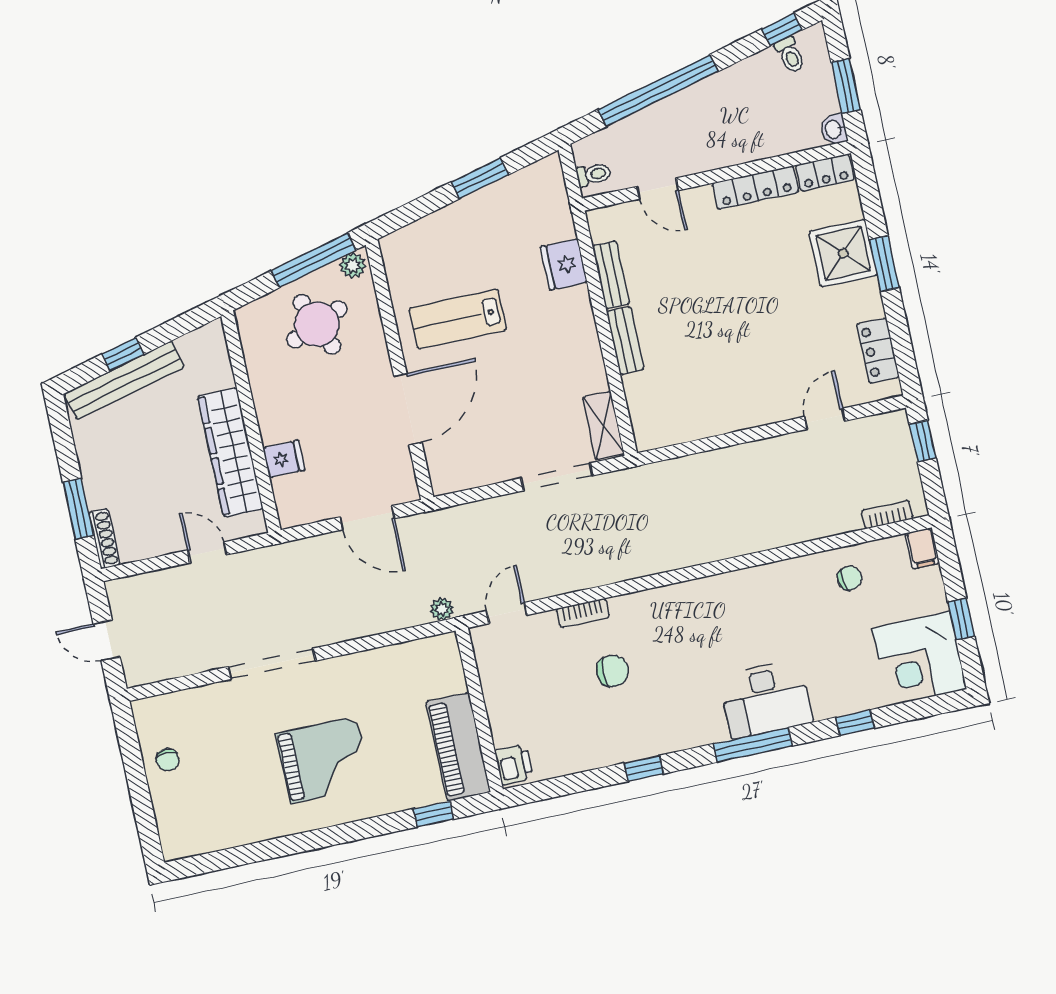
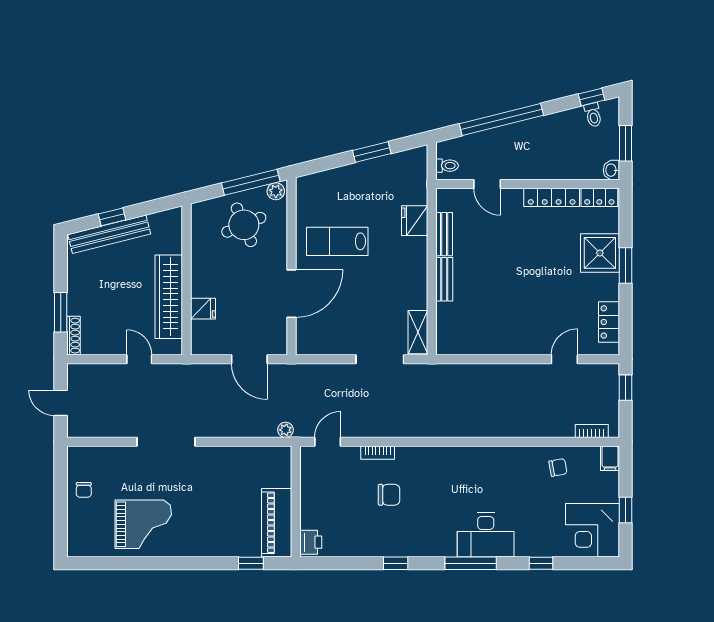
grand piano: (324, 760) -> (143, 524), moved

